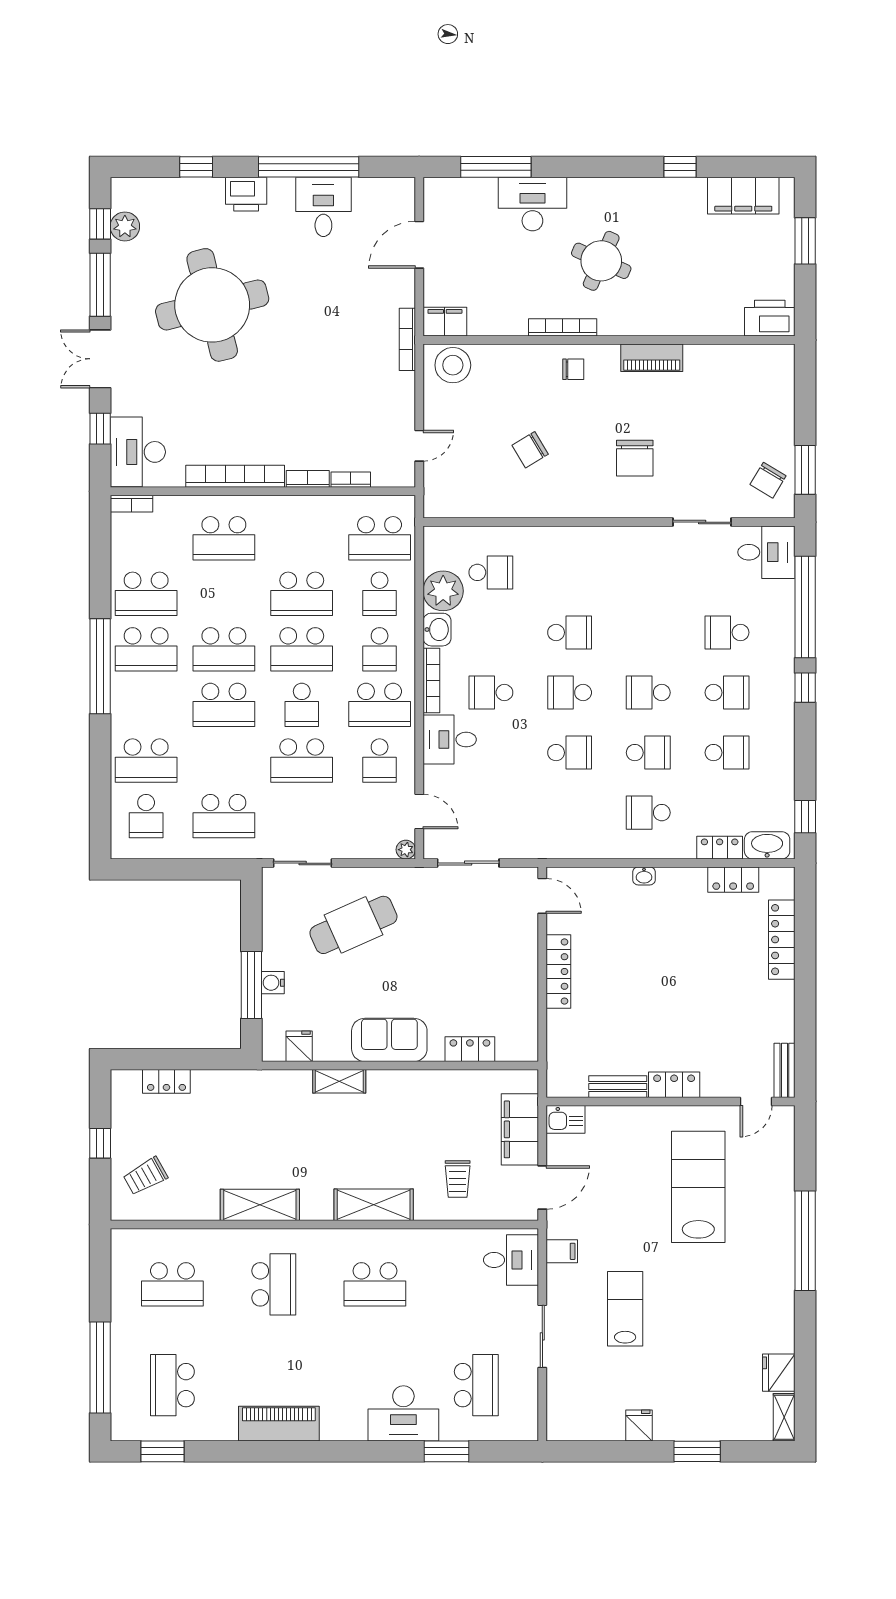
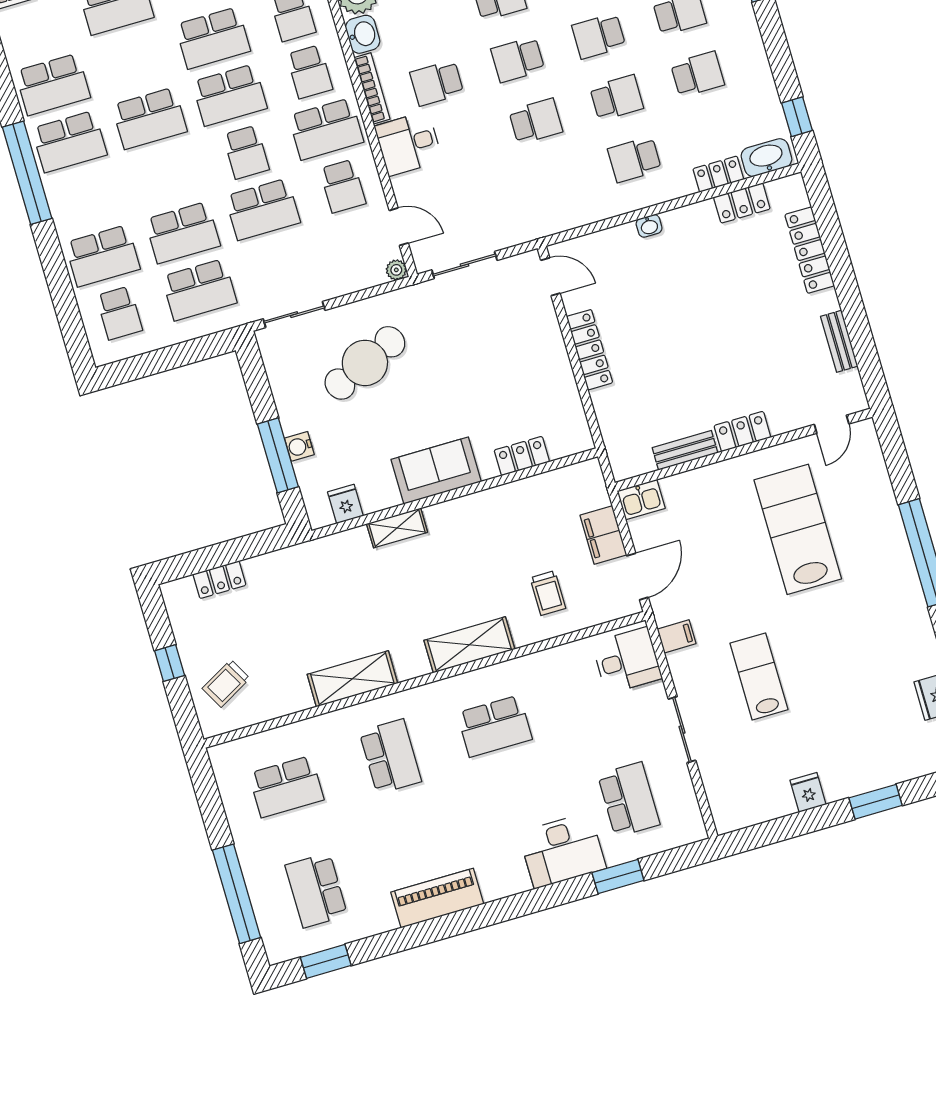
school desk: (224, 705) -> (183, 233), moved
bench: (784, 1070) -> (839, 341), moved
filing cabinet: (520, 1129) -> (603, 535), width x0.67, depth x0.86

